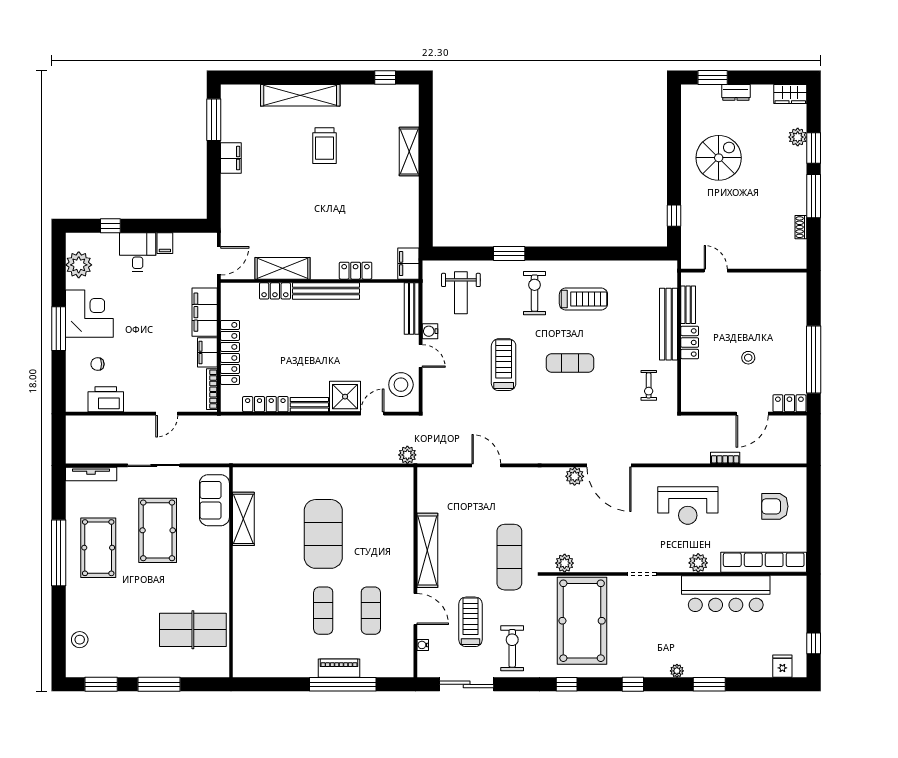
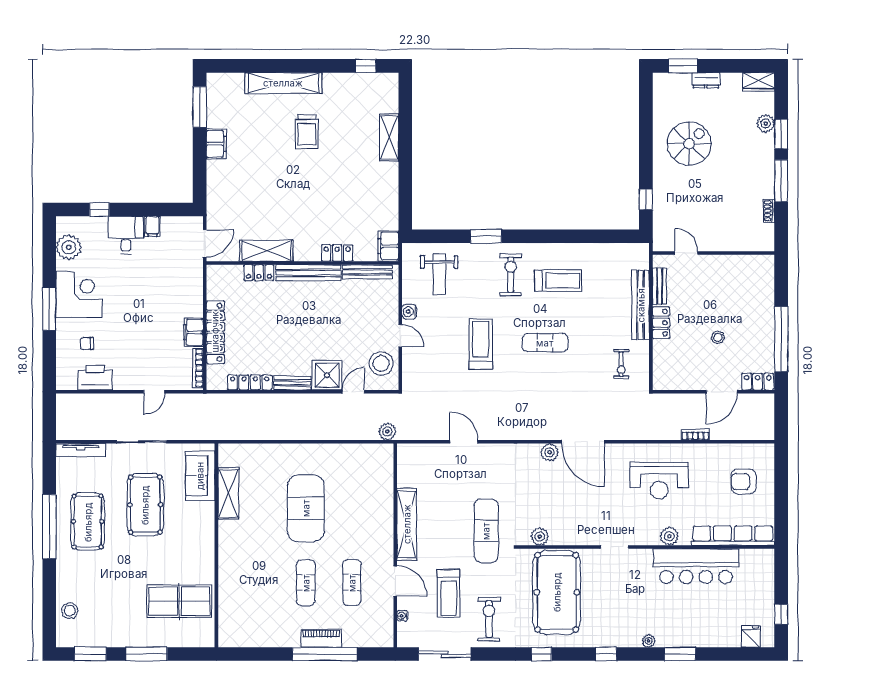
bench: (412, 309) -> (367, 272), moved, turned 90
filing cabinet: (205, 312) -> (191, 293), removed
treadmill: (470, 622) -> (449, 593), turned 180

